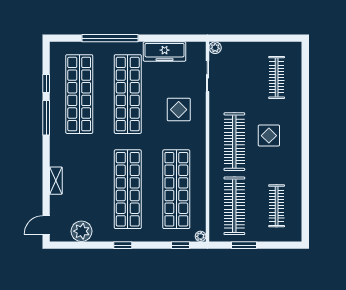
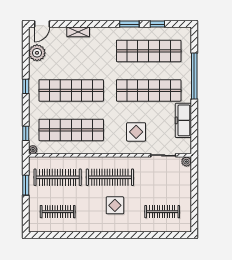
window: (46, 118) -> (129, 24), width x0.69
door: (46, 225) -> (42, 24), swing flipped

